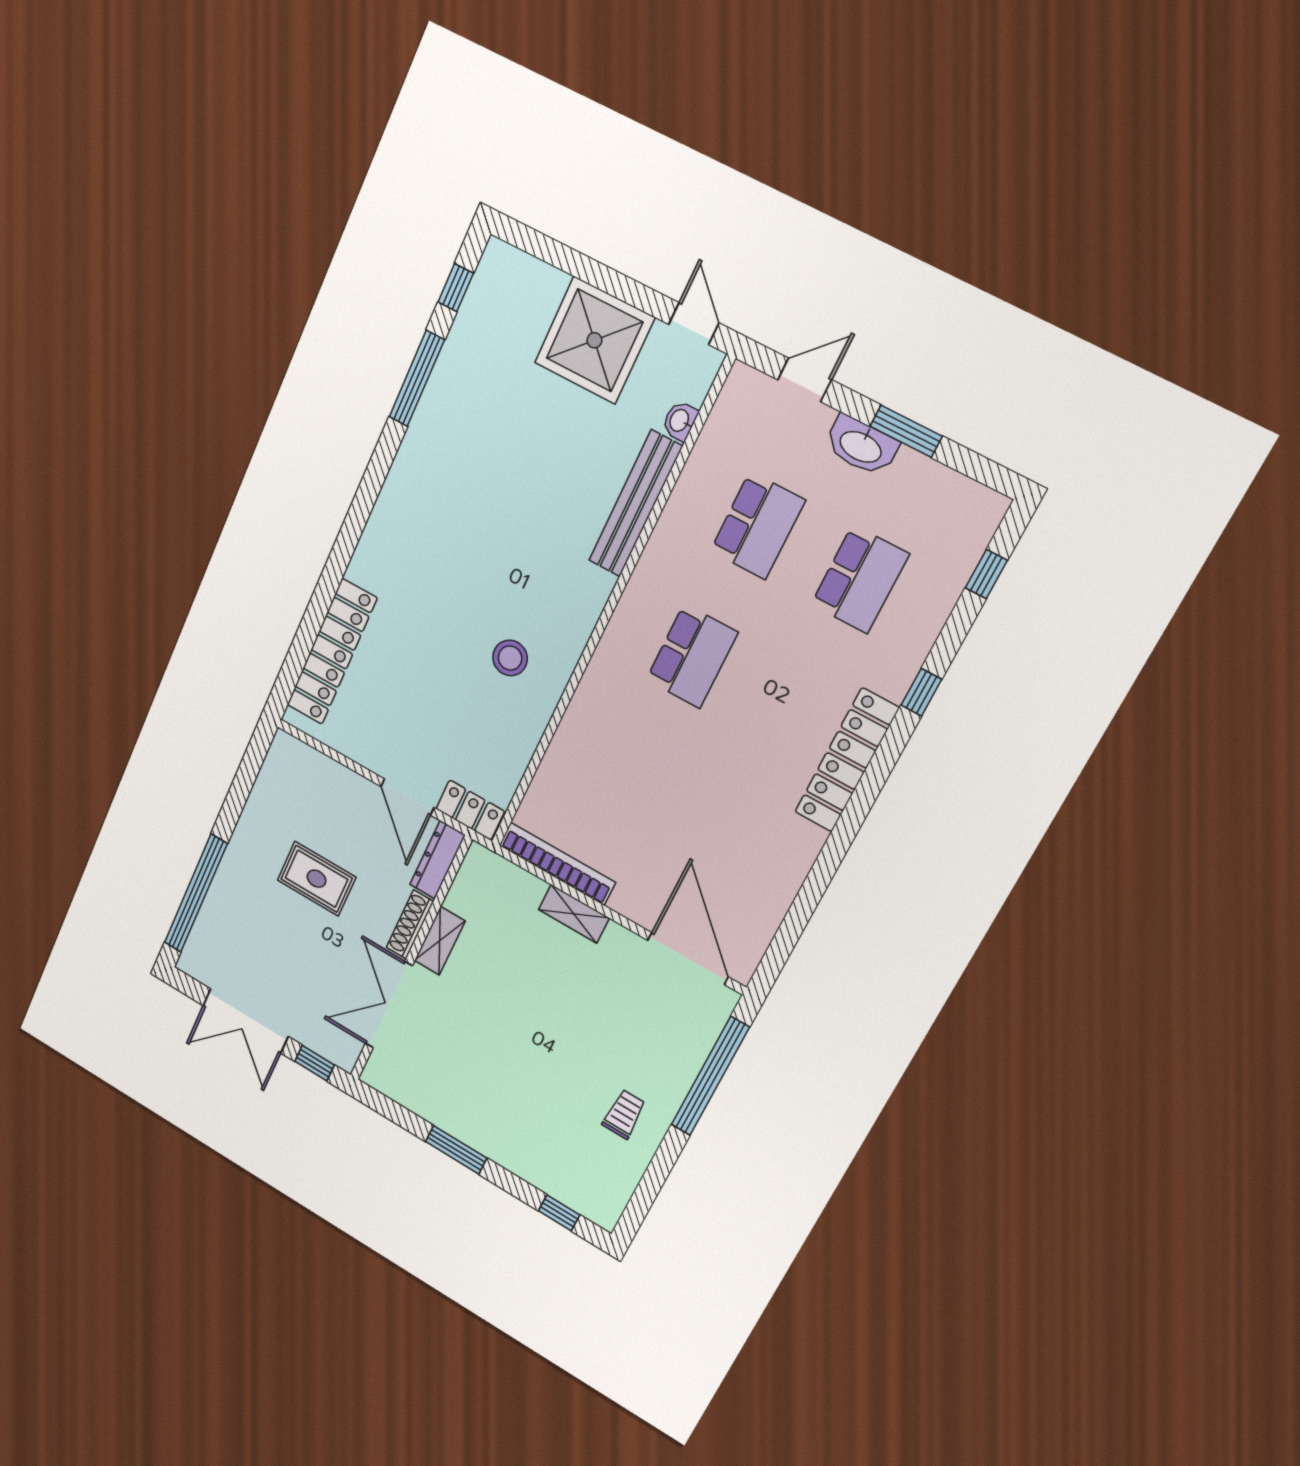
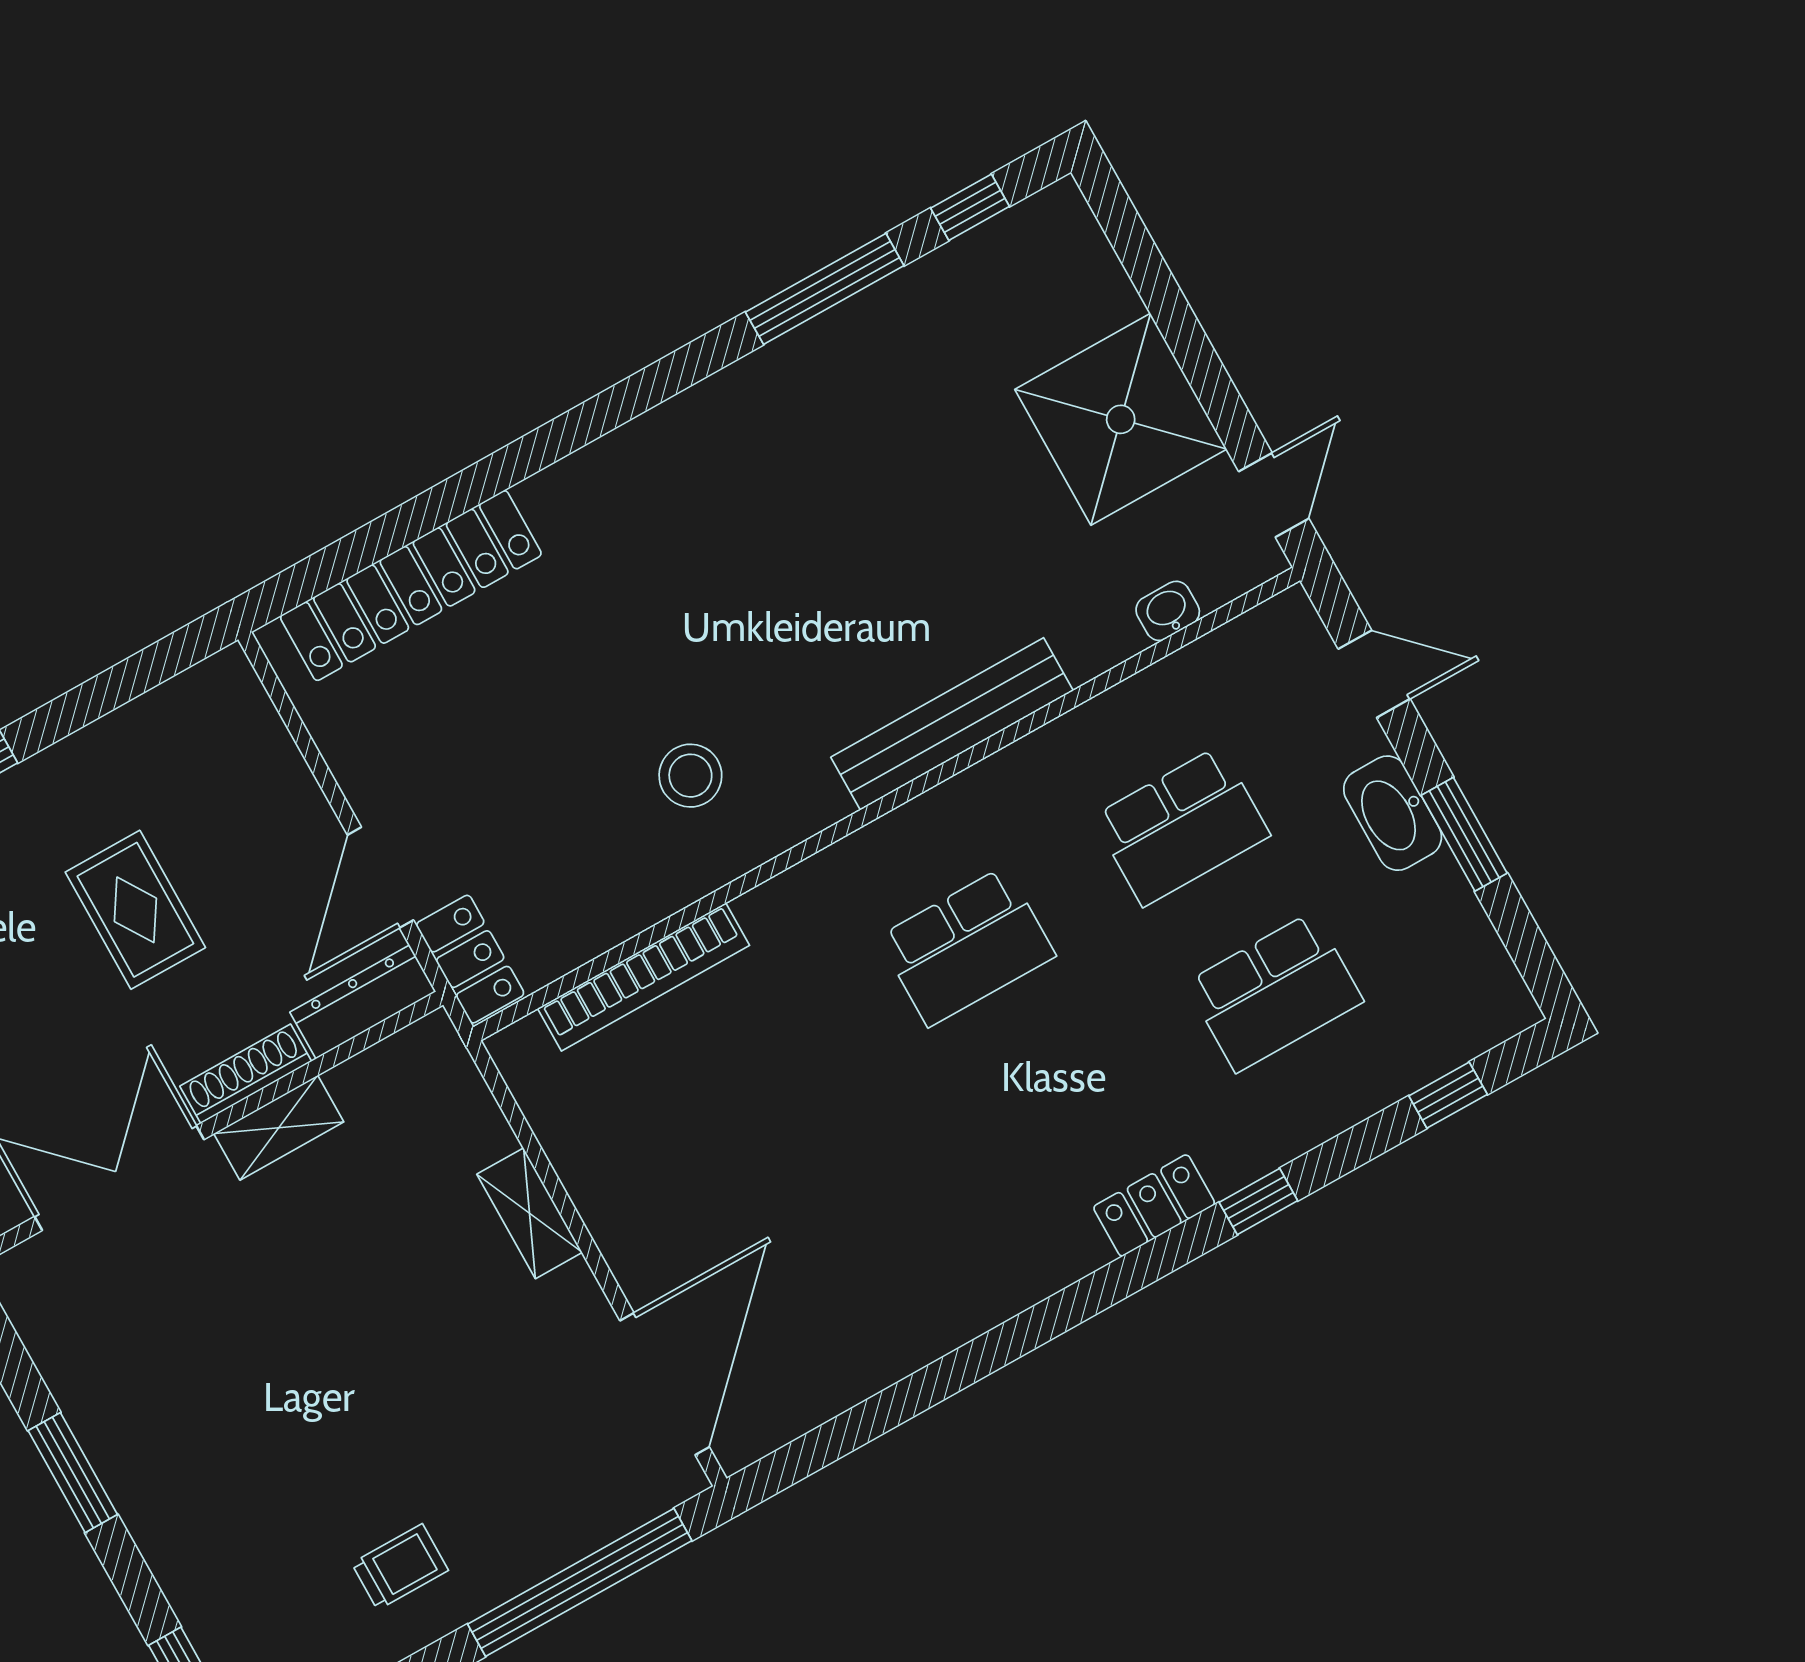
bench: (636, 504) -> (952, 724), moved
locker: (847, 760) -> (1154, 1205), width x0.46, depth x0.83
bookcase: (557, 864) -> (644, 977), moved, turned 90

